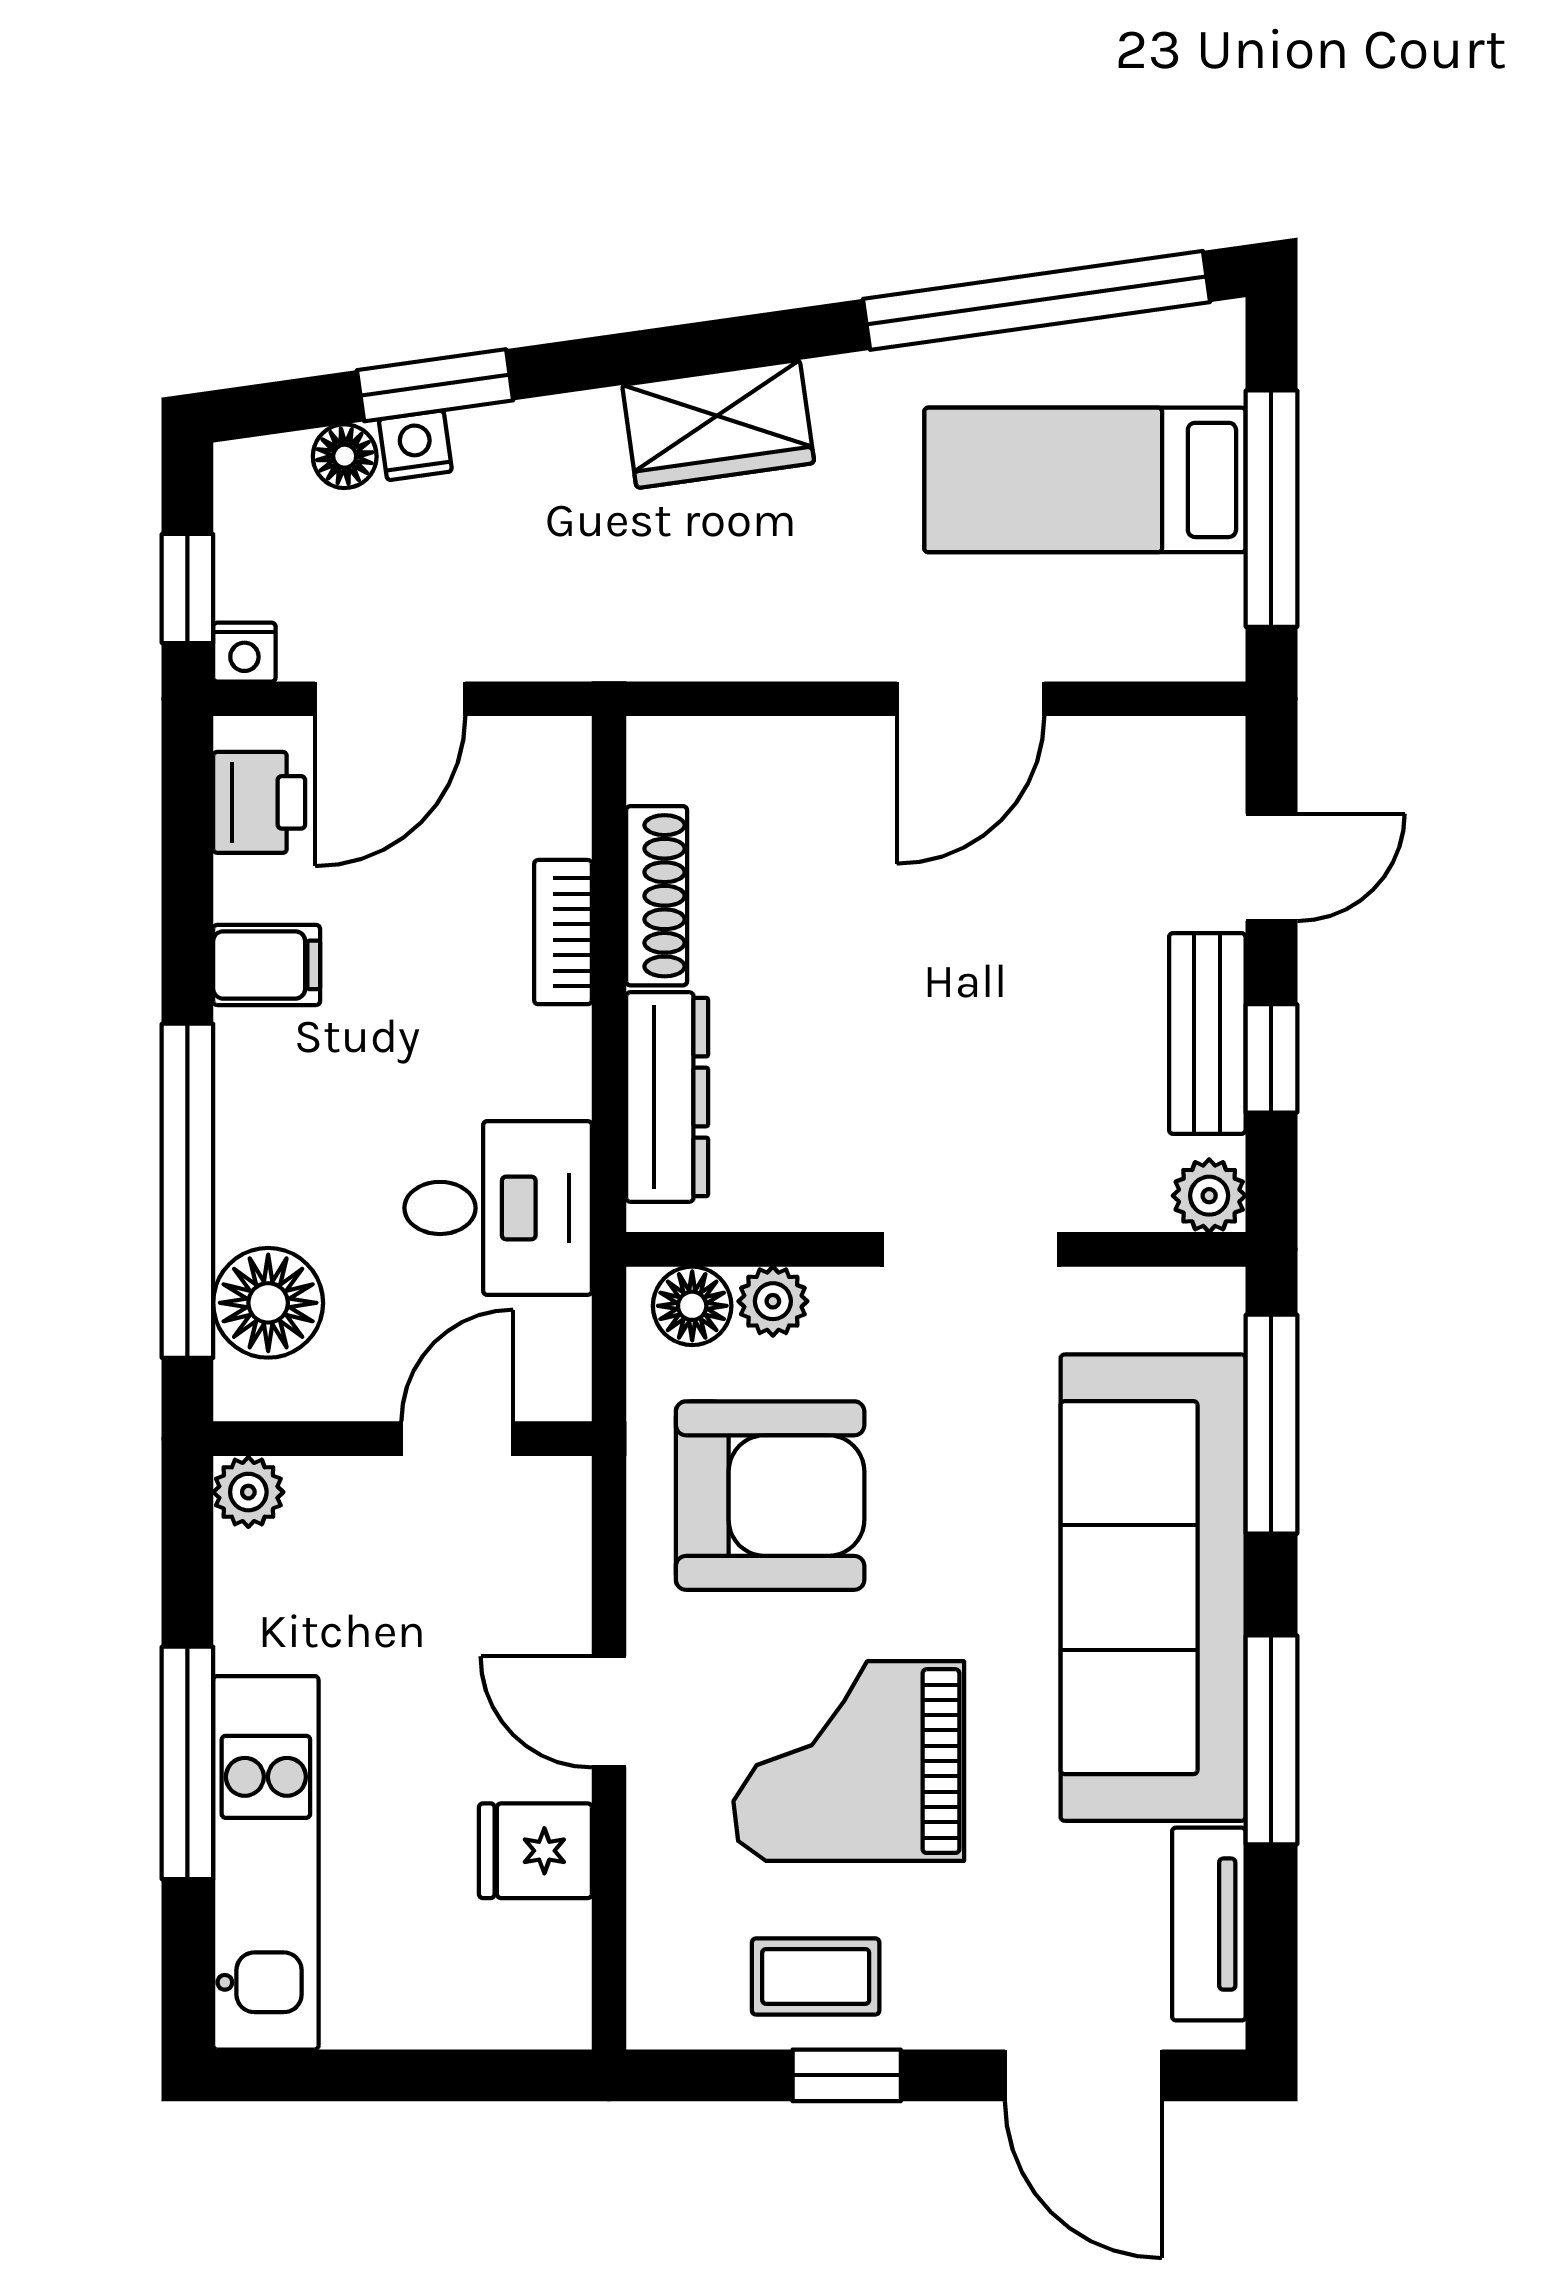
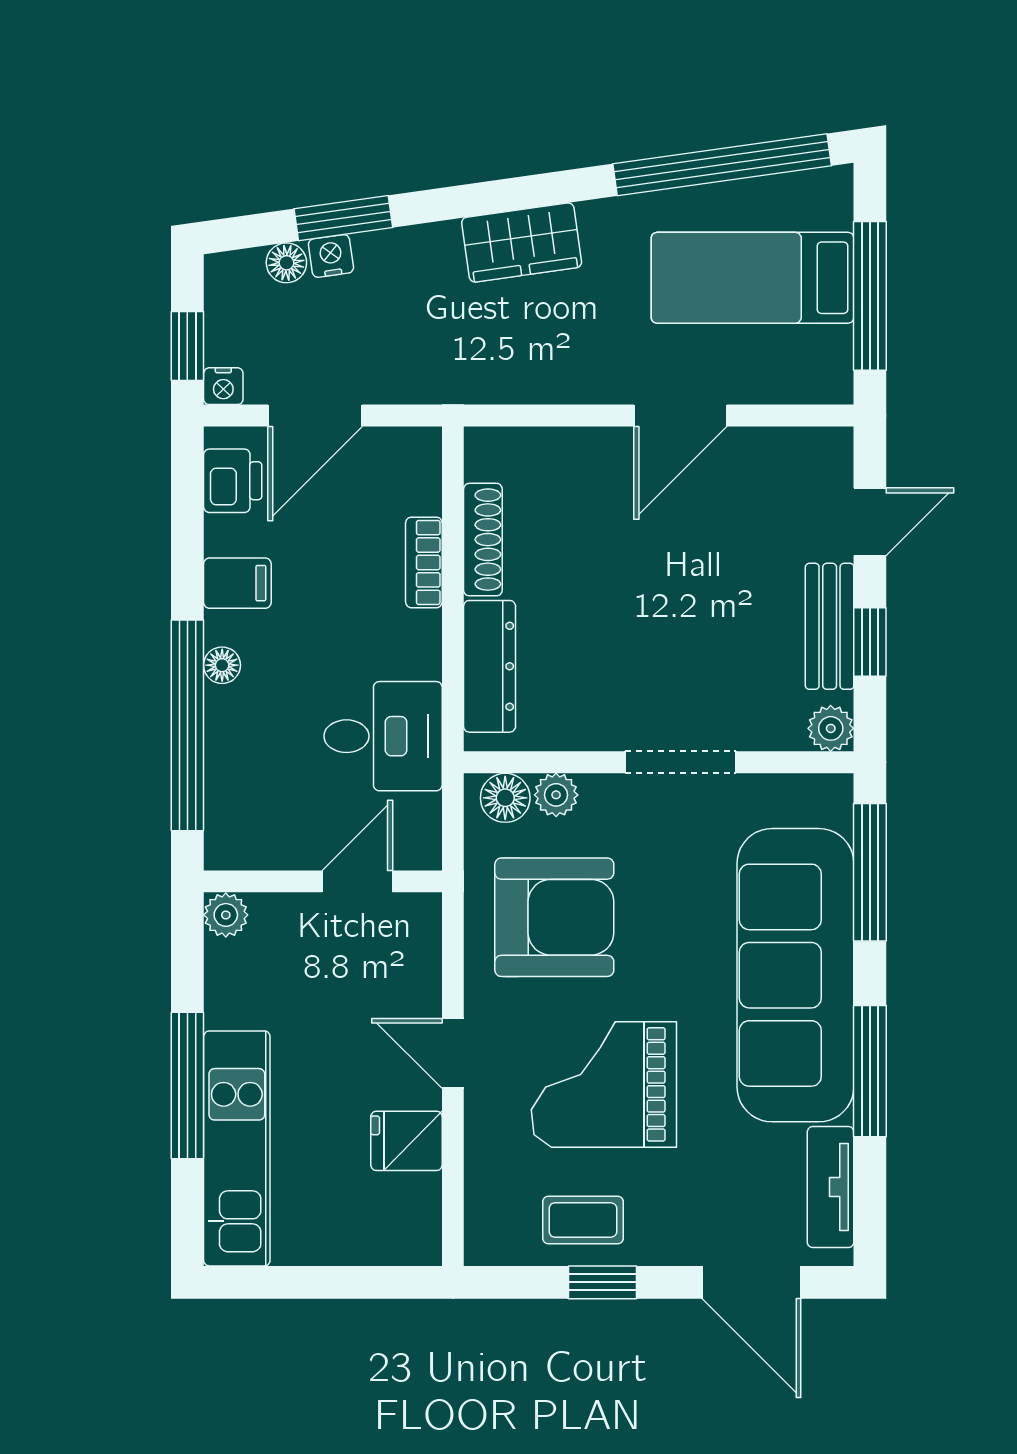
floor lamp: (268, 1303) -> (222, 665), moved, width x0.53, depth x0.53

